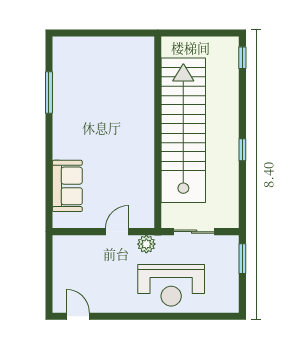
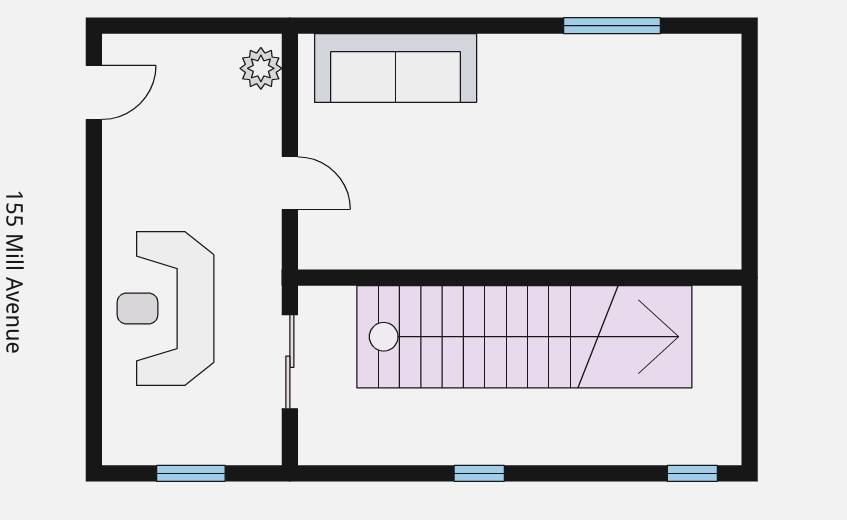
sofa: (67, 186) -> (396, 68), width x1.36
plant: (146, 244) -> (261, 68), moved
window: (242, 259) -> (191, 473), moved

